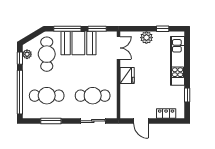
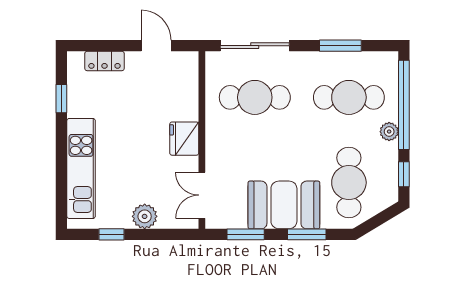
window: (67, 29) -> (307, 234), width x0.69
plant: (27, 54) -> (389, 132), moved
sliding door: (93, 121) -> (255, 46), width x1.37

